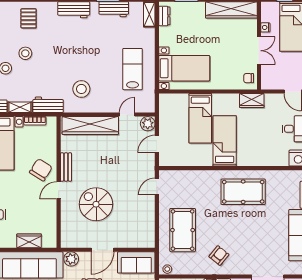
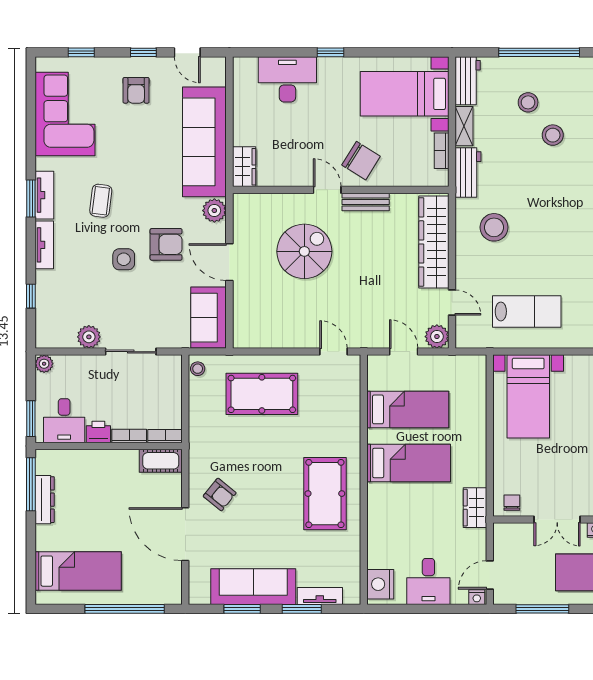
bed: (200, 118) -> (408, 409), moved, turned 180
wardrobe: (29, 241) -> (244, 167), moved
armchair: (219, 256) -> (220, 494), moved

